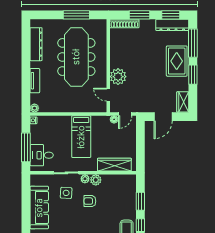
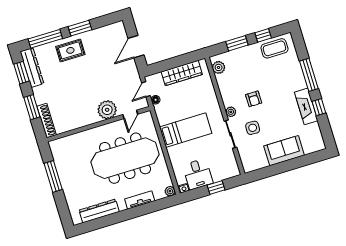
meeting table: (76, 57) -> (125, 158), moved
rug: (177, 61) -> (70, 50), width x0.73, depth x0.70
wardrobe: (183, 102) -> (113, 30), removed
door: (125, 114) -> (146, 89), swing flipped
door: (163, 117) -> (136, 47), swing flipped
window: (26, 147) -> (216, 187), width x0.46
desk: (42, 155) -> (198, 174), moved
wardrobe: (114, 165) -> (182, 73), moved, turned -90
plant: (96, 180) -> (219, 67), moved
sofa: (39, 208) -> (284, 151), width x0.73

